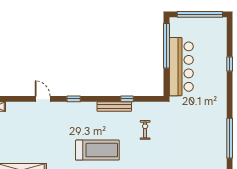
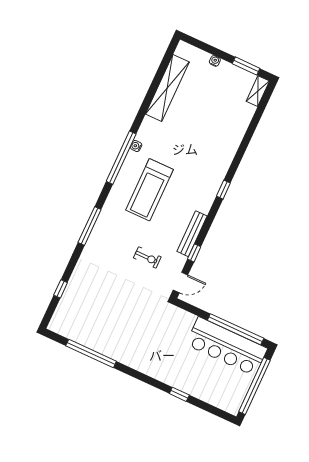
bar counter: (181, 67) -> (227, 346), moved
door: (43, 99) -> (180, 283), moved

